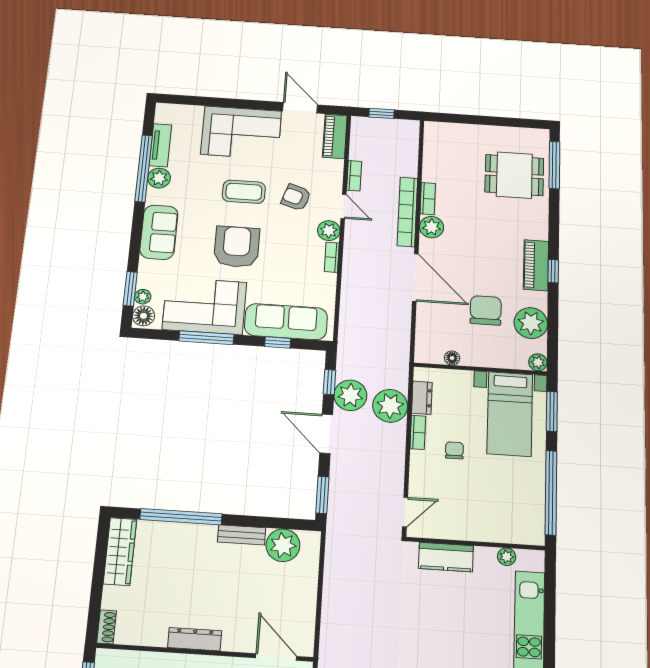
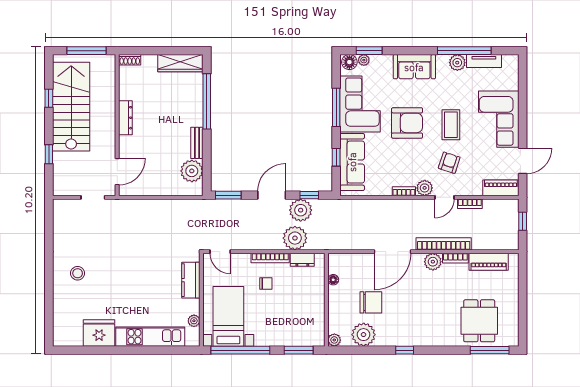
piano: (536, 265) -> (489, 262), moved, turned 180
bed with nightstands: (510, 414) -> (228, 316), moved, turned 90
bookcase: (418, 432) -> (270, 258), width x1.56

